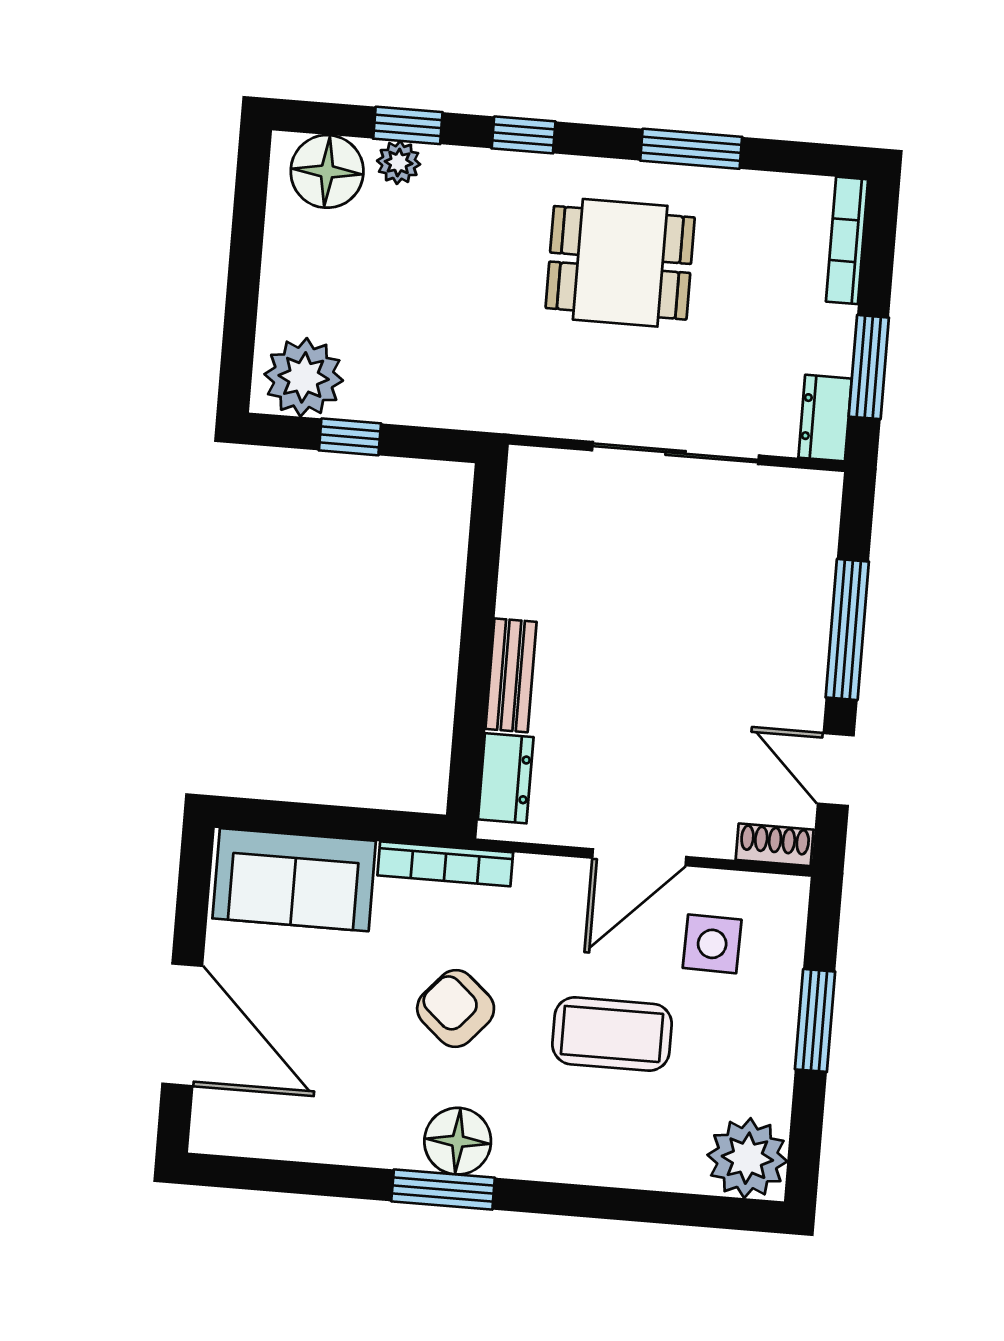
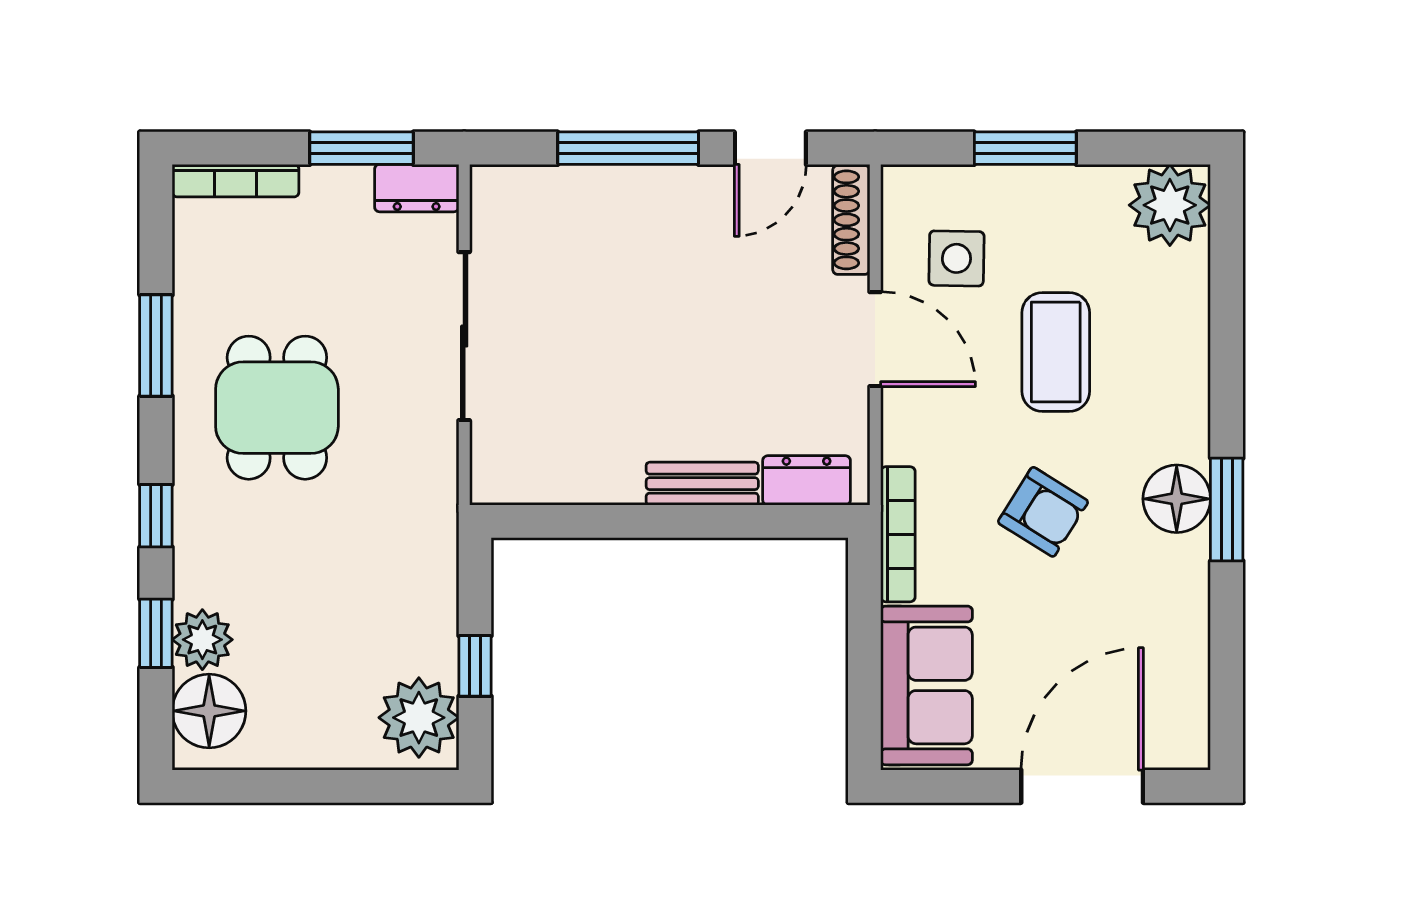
plant: (399, 162) -> (202, 640), width x1.38, depth x1.38
shoe rack: (775, 845) -> (851, 220), width x1.43
armchair: (456, 1009) -> (1043, 512), turned -99

